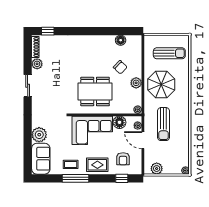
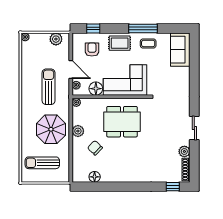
plant: (39, 135) -> (182, 75), removed

